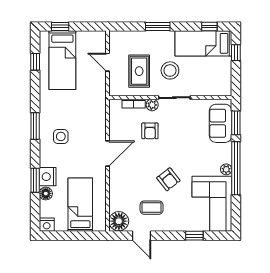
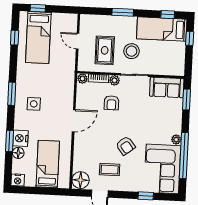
plant: (115, 105) -> (82, 79), added
sofa: (221, 123) -> (167, 87), moved, turned -90
window: (236, 168) -> (184, 156), moved

